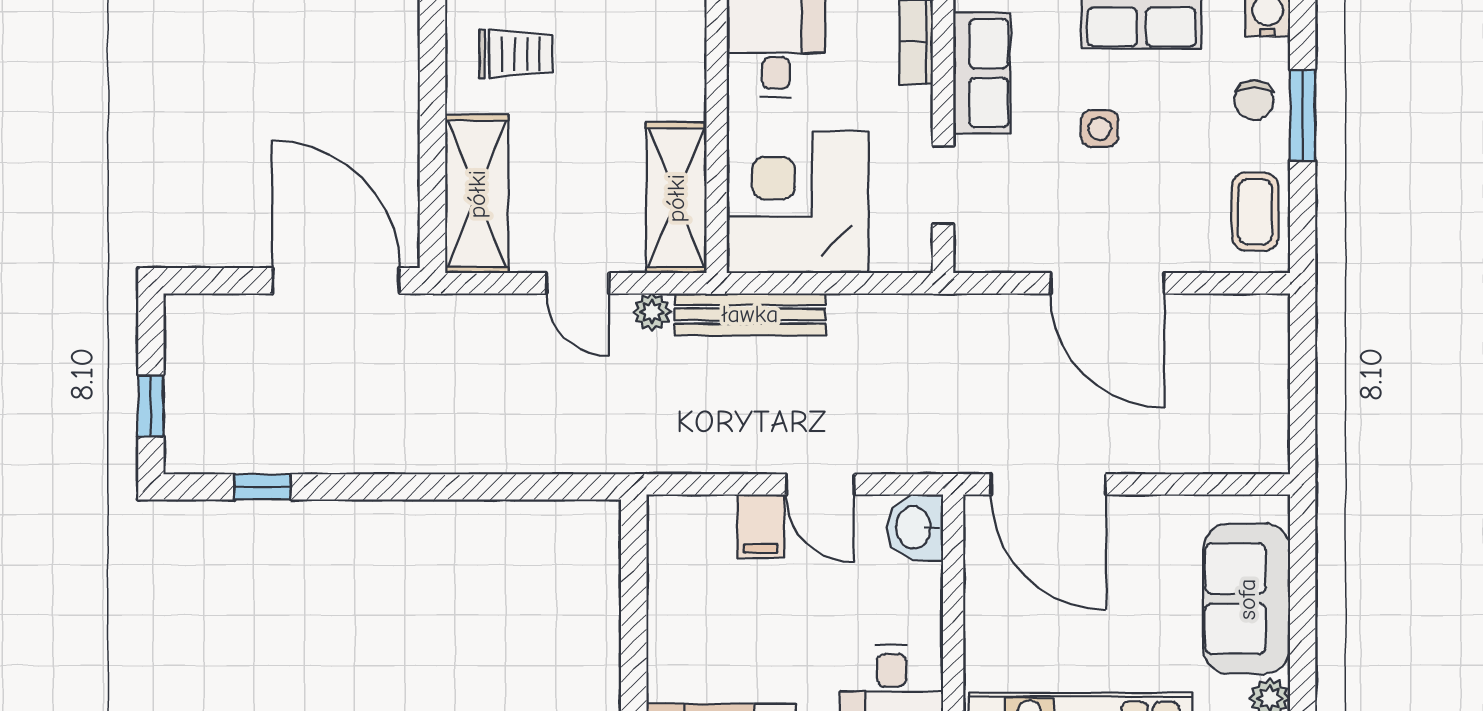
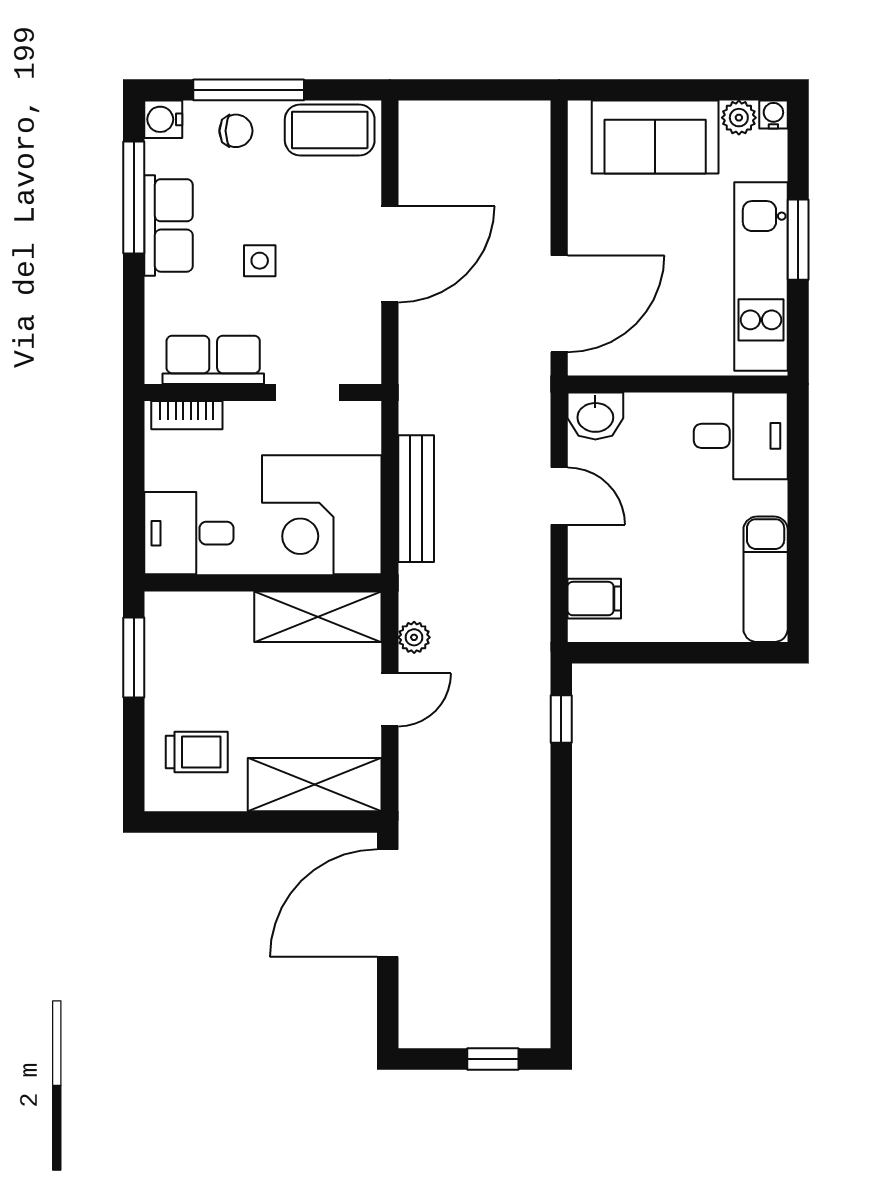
trolley: (516, 54) -> (197, 752), turned 90
window: (1303, 115) -> (249, 90), width x1.44
coffee table: (1255, 212) -> (330, 130), width x1.36, depth x1.30
bench: (750, 314) -> (416, 499), moved
door: (820, 484) -> (559, 496), hinge flipped
window: (262, 487) -> (561, 719), moved
filing cabinet: (761, 526) -> (594, 599), moved

